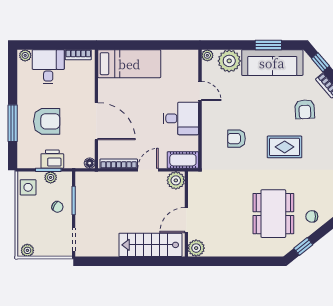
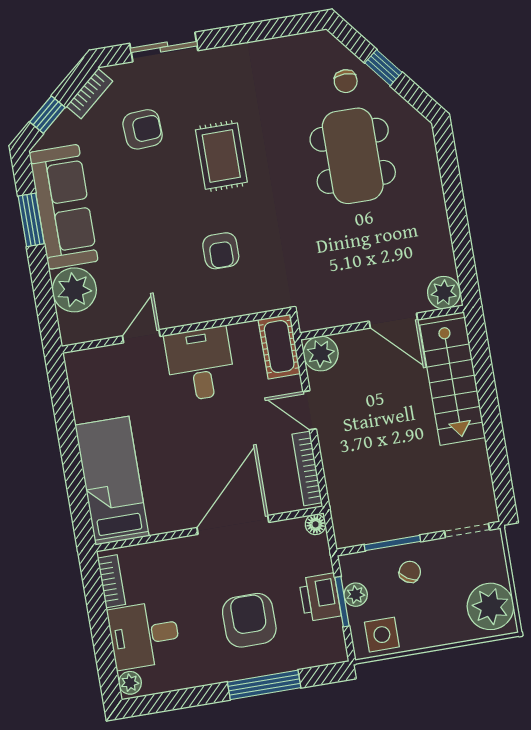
plant: (207, 55) -> (71, 334), removed
dining table: (273, 214) -> (353, 156), turned 90
window: (303, 246) -> (383, 68), moved
plant: (27, 250) -> (490, 606), width x1.88, depth x1.88

